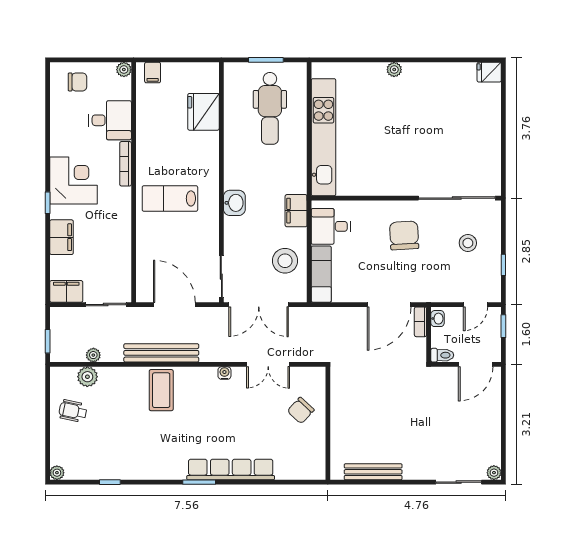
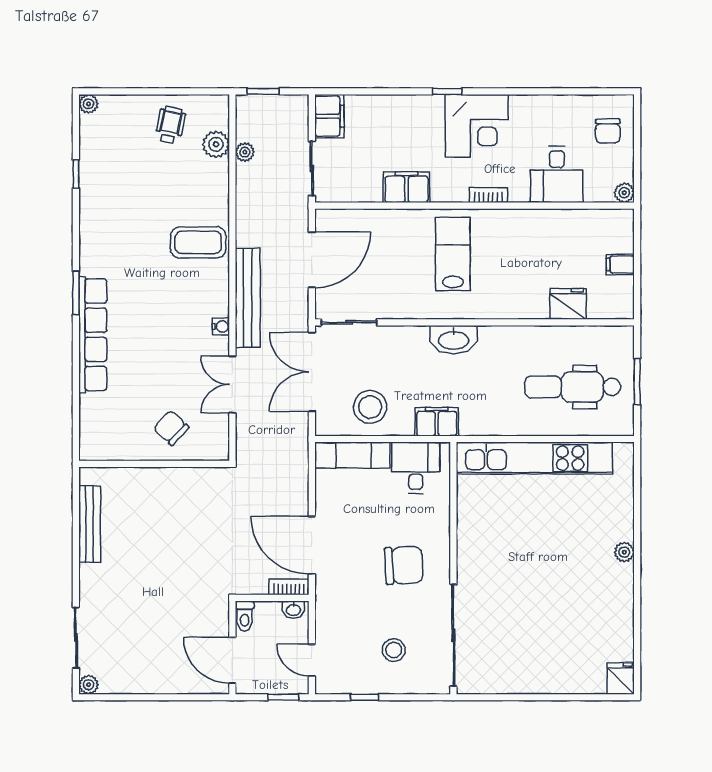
filing cabinet: (153, 73) -> (620, 264), moved
fridge: (203, 112) -> (568, 304), width x0.73, depth x0.75
bookcase: (126, 164) -> (488, 195), width x0.64
washbasin: (234, 203) -> (454, 340), width x1.38
filing cabinet: (61, 237) -> (407, 187), moved, turned 180
bench: (161, 353) -> (248, 298), moved

